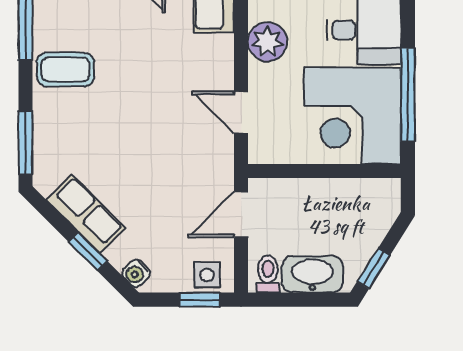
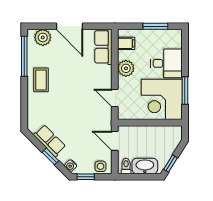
coffee table: (65, 69) -> (41, 80), turned 90
window: (408, 95) -> (185, 91), width x0.69
window: (26, 143) -> (24, 111), removed
door: (241, 214) -> (115, 141), hinge flipped
window: (200, 300) -> (86, 177), moved

